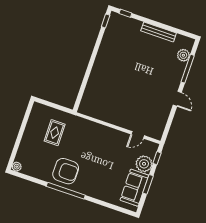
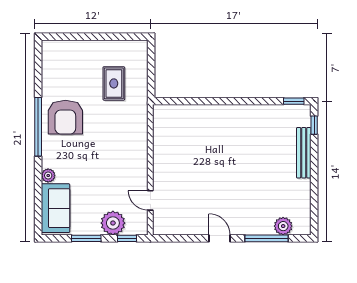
bench: (159, 32) -> (304, 153), moved
door: (177, 99) -> (220, 238), swing flipped
rug: (55, 133) -> (114, 83), turned 90
plant: (17, 167) -> (48, 176), moved
sofa: (134, 188) -> (55, 208), moved, turned 90

